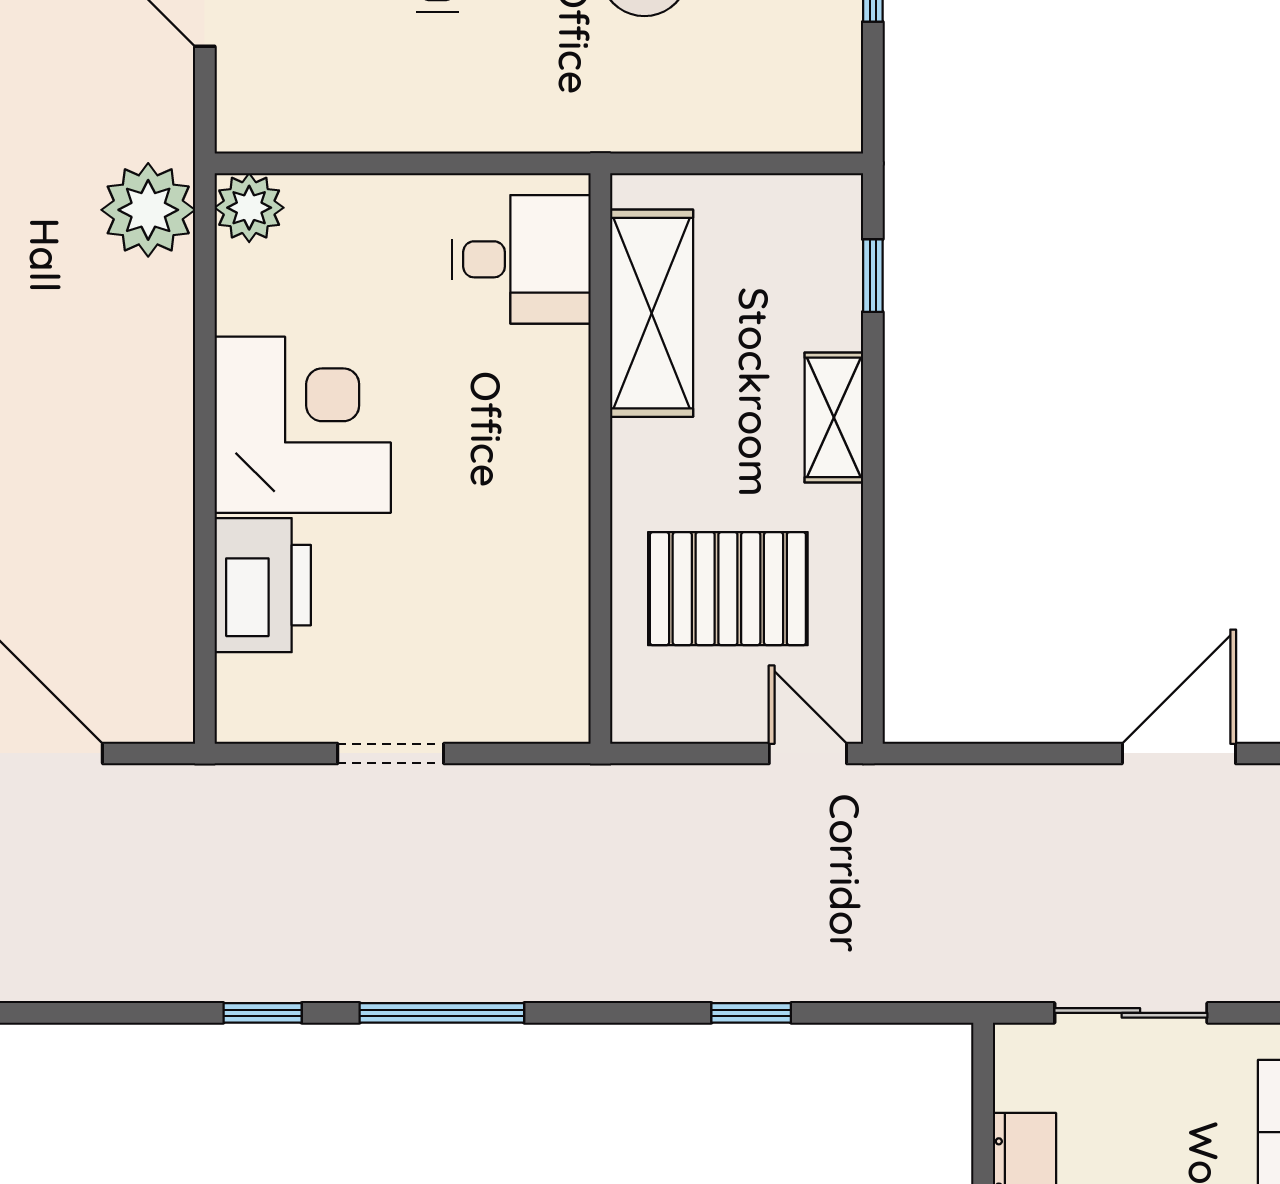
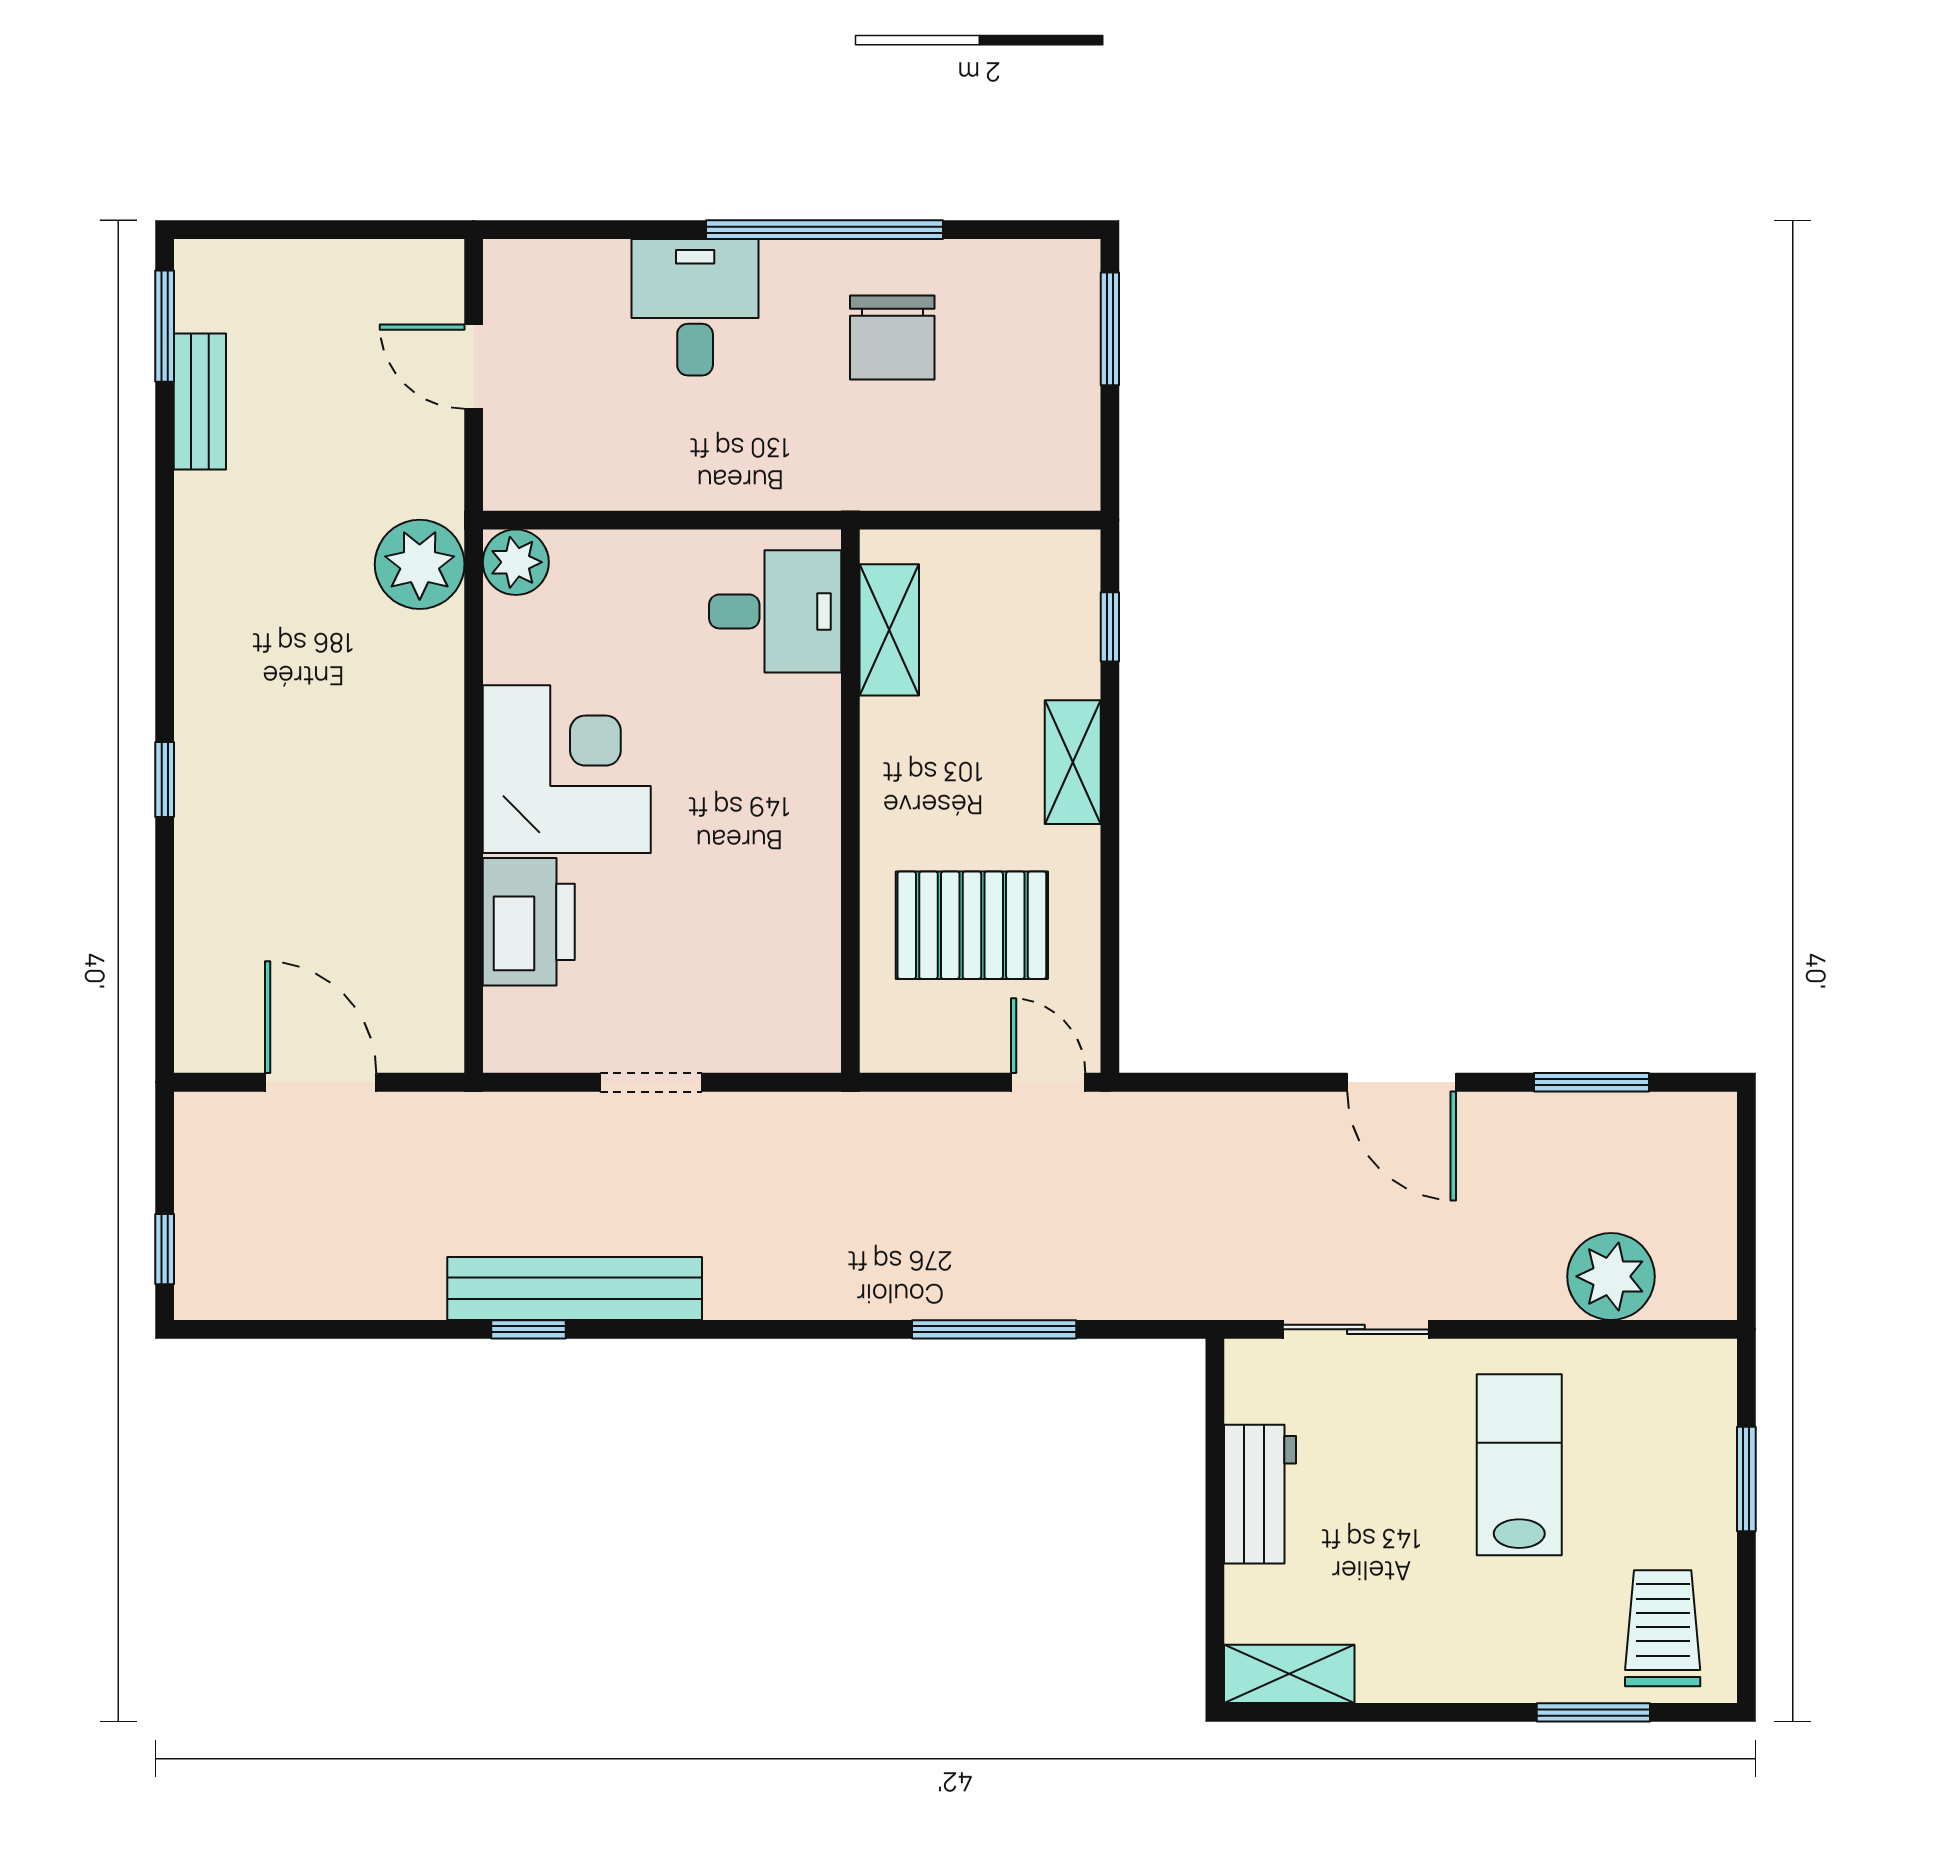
shelving: (652, 313) -> (889, 630), width x0.67, depth x0.75
door: (1179, 753) -> (1402, 1082), swing flipped
bench: (311, 970) -> (575, 1288), added
window: (442, 1013) -> (699, 1329), removed
window: (751, 1013) -> (994, 1329), width x2.17

